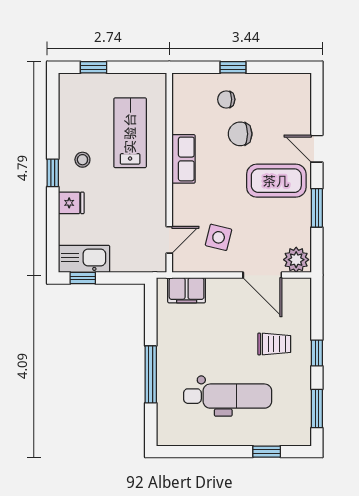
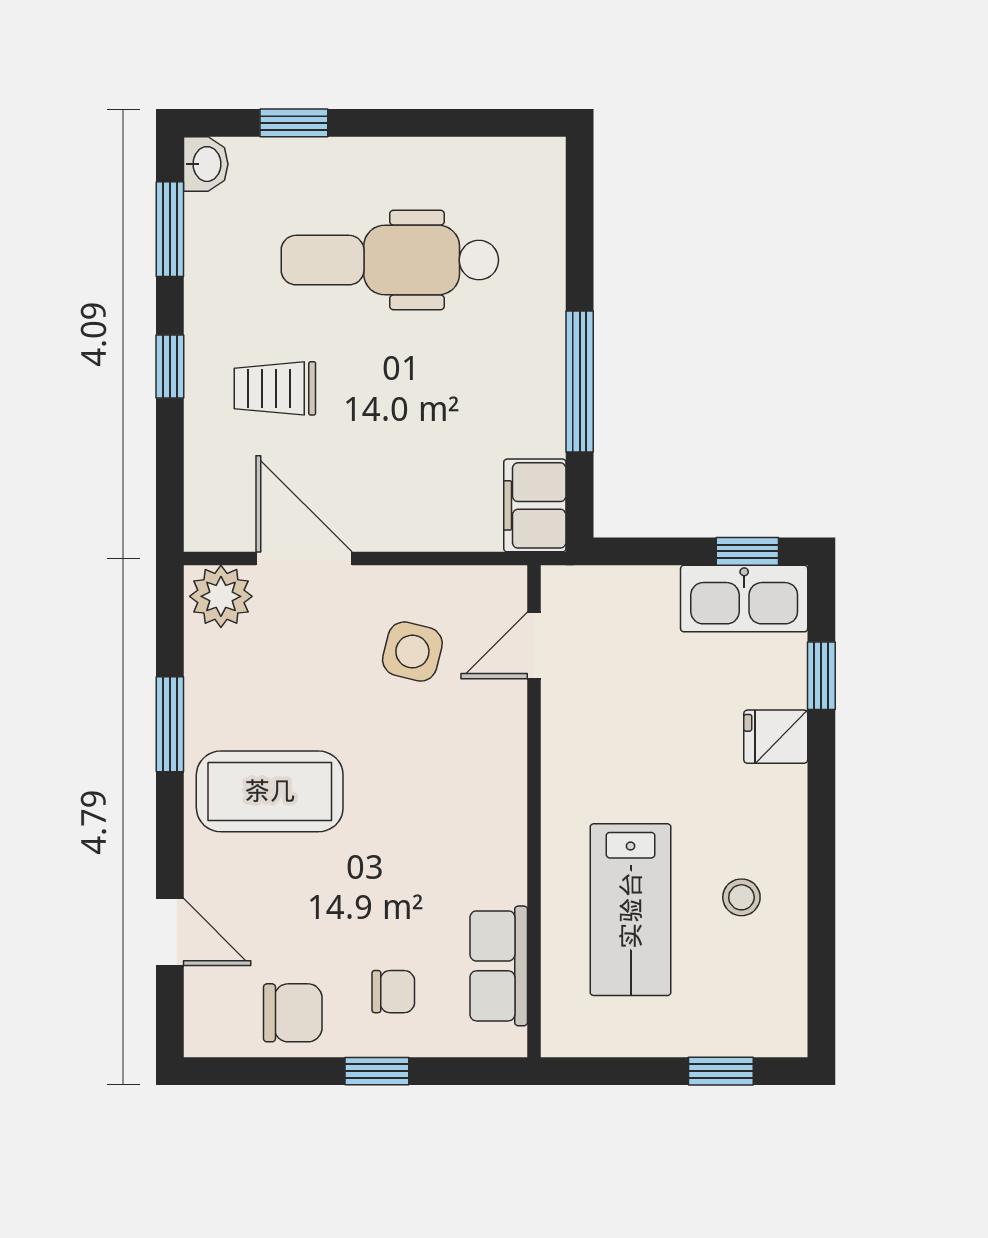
chair: (240, 134) -> (293, 1013), moved
door: (317, 149) -> (170, 932), moved
row of seats: (184, 159) -> (499, 966), moved
stool: (82, 160) -> (741, 897), moved
window: (53, 173) -> (821, 676), moved
filing cabinet: (187, 290) -> (535, 505), moved, turned -90
window: (151, 374) -> (580, 381), moved
washbasin: (302, 435) -> (206, 164), added

